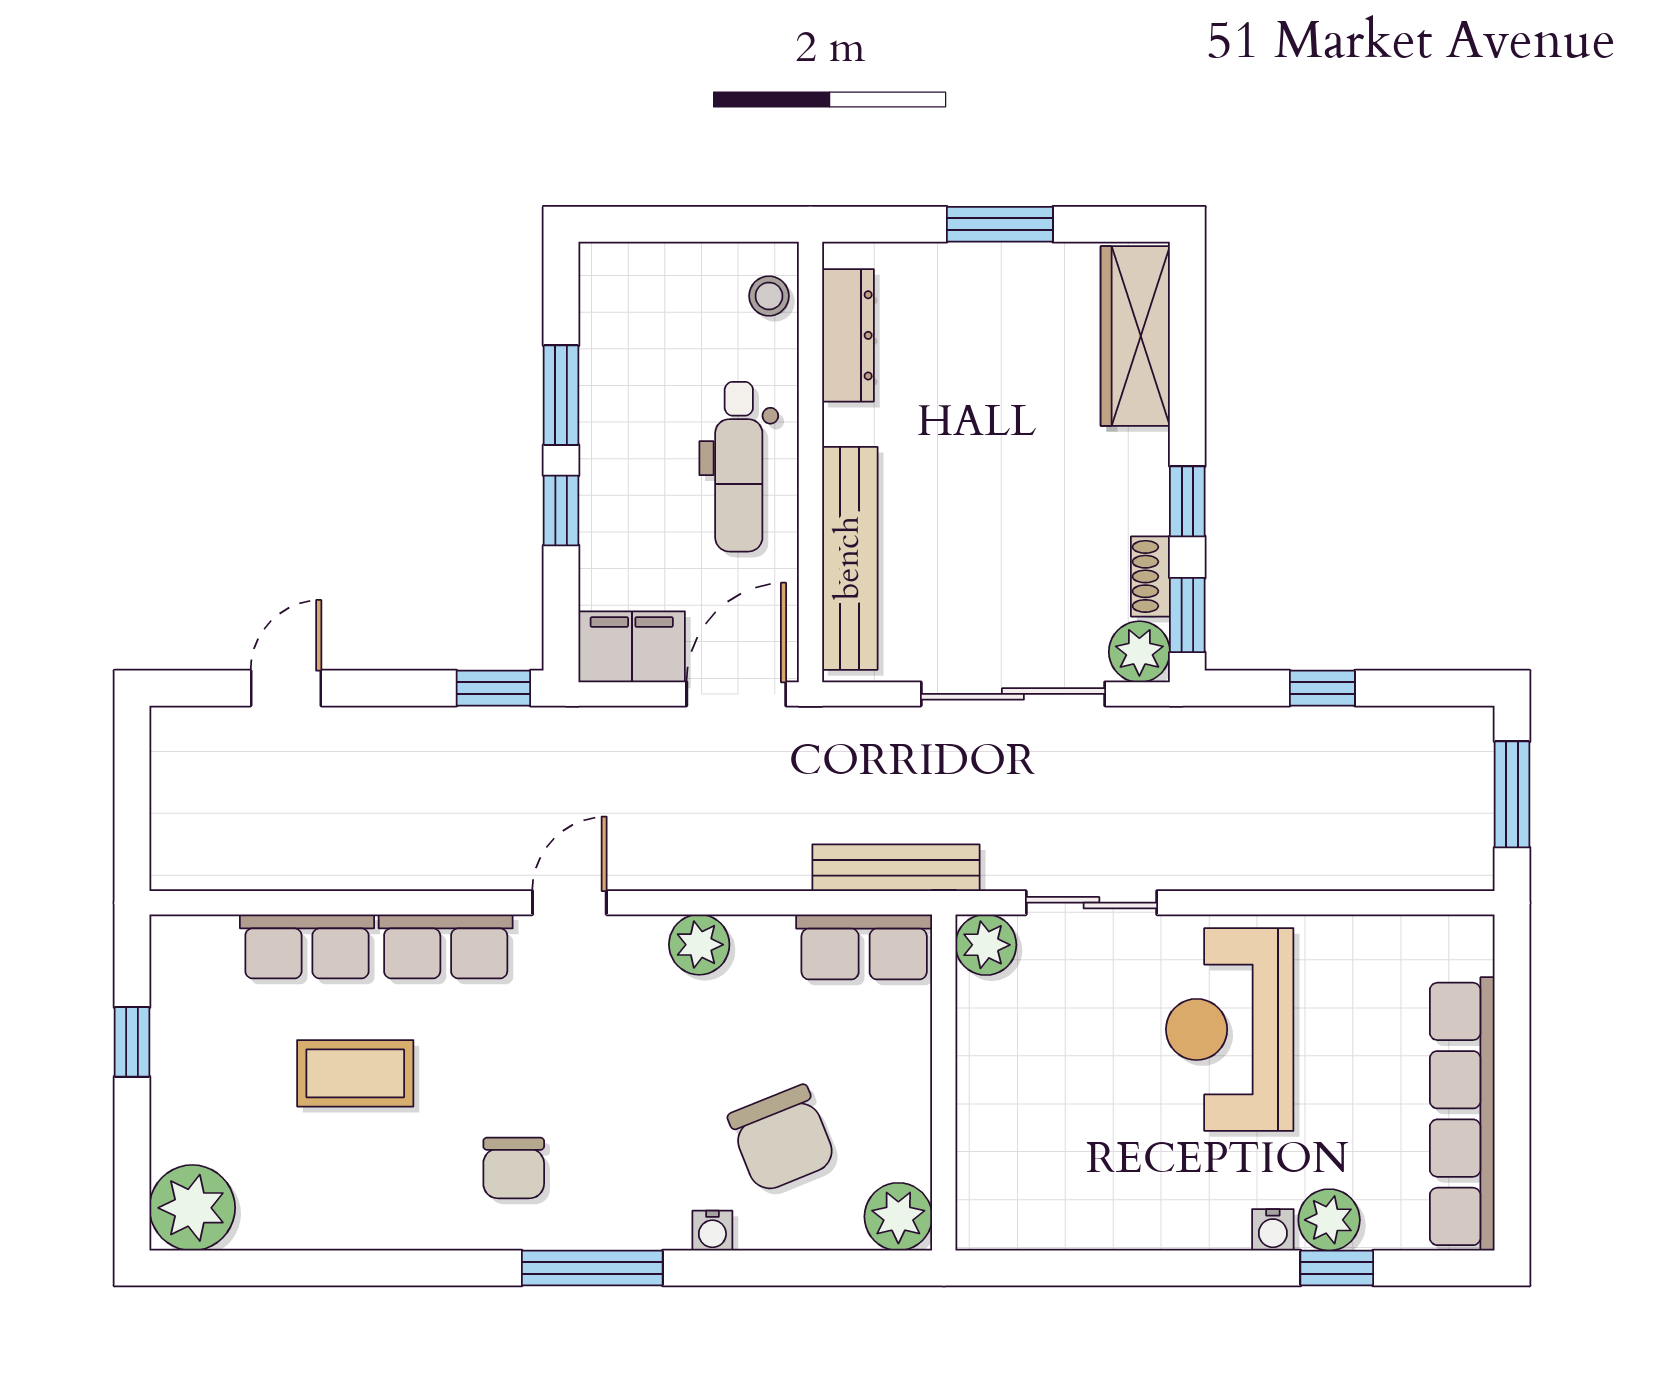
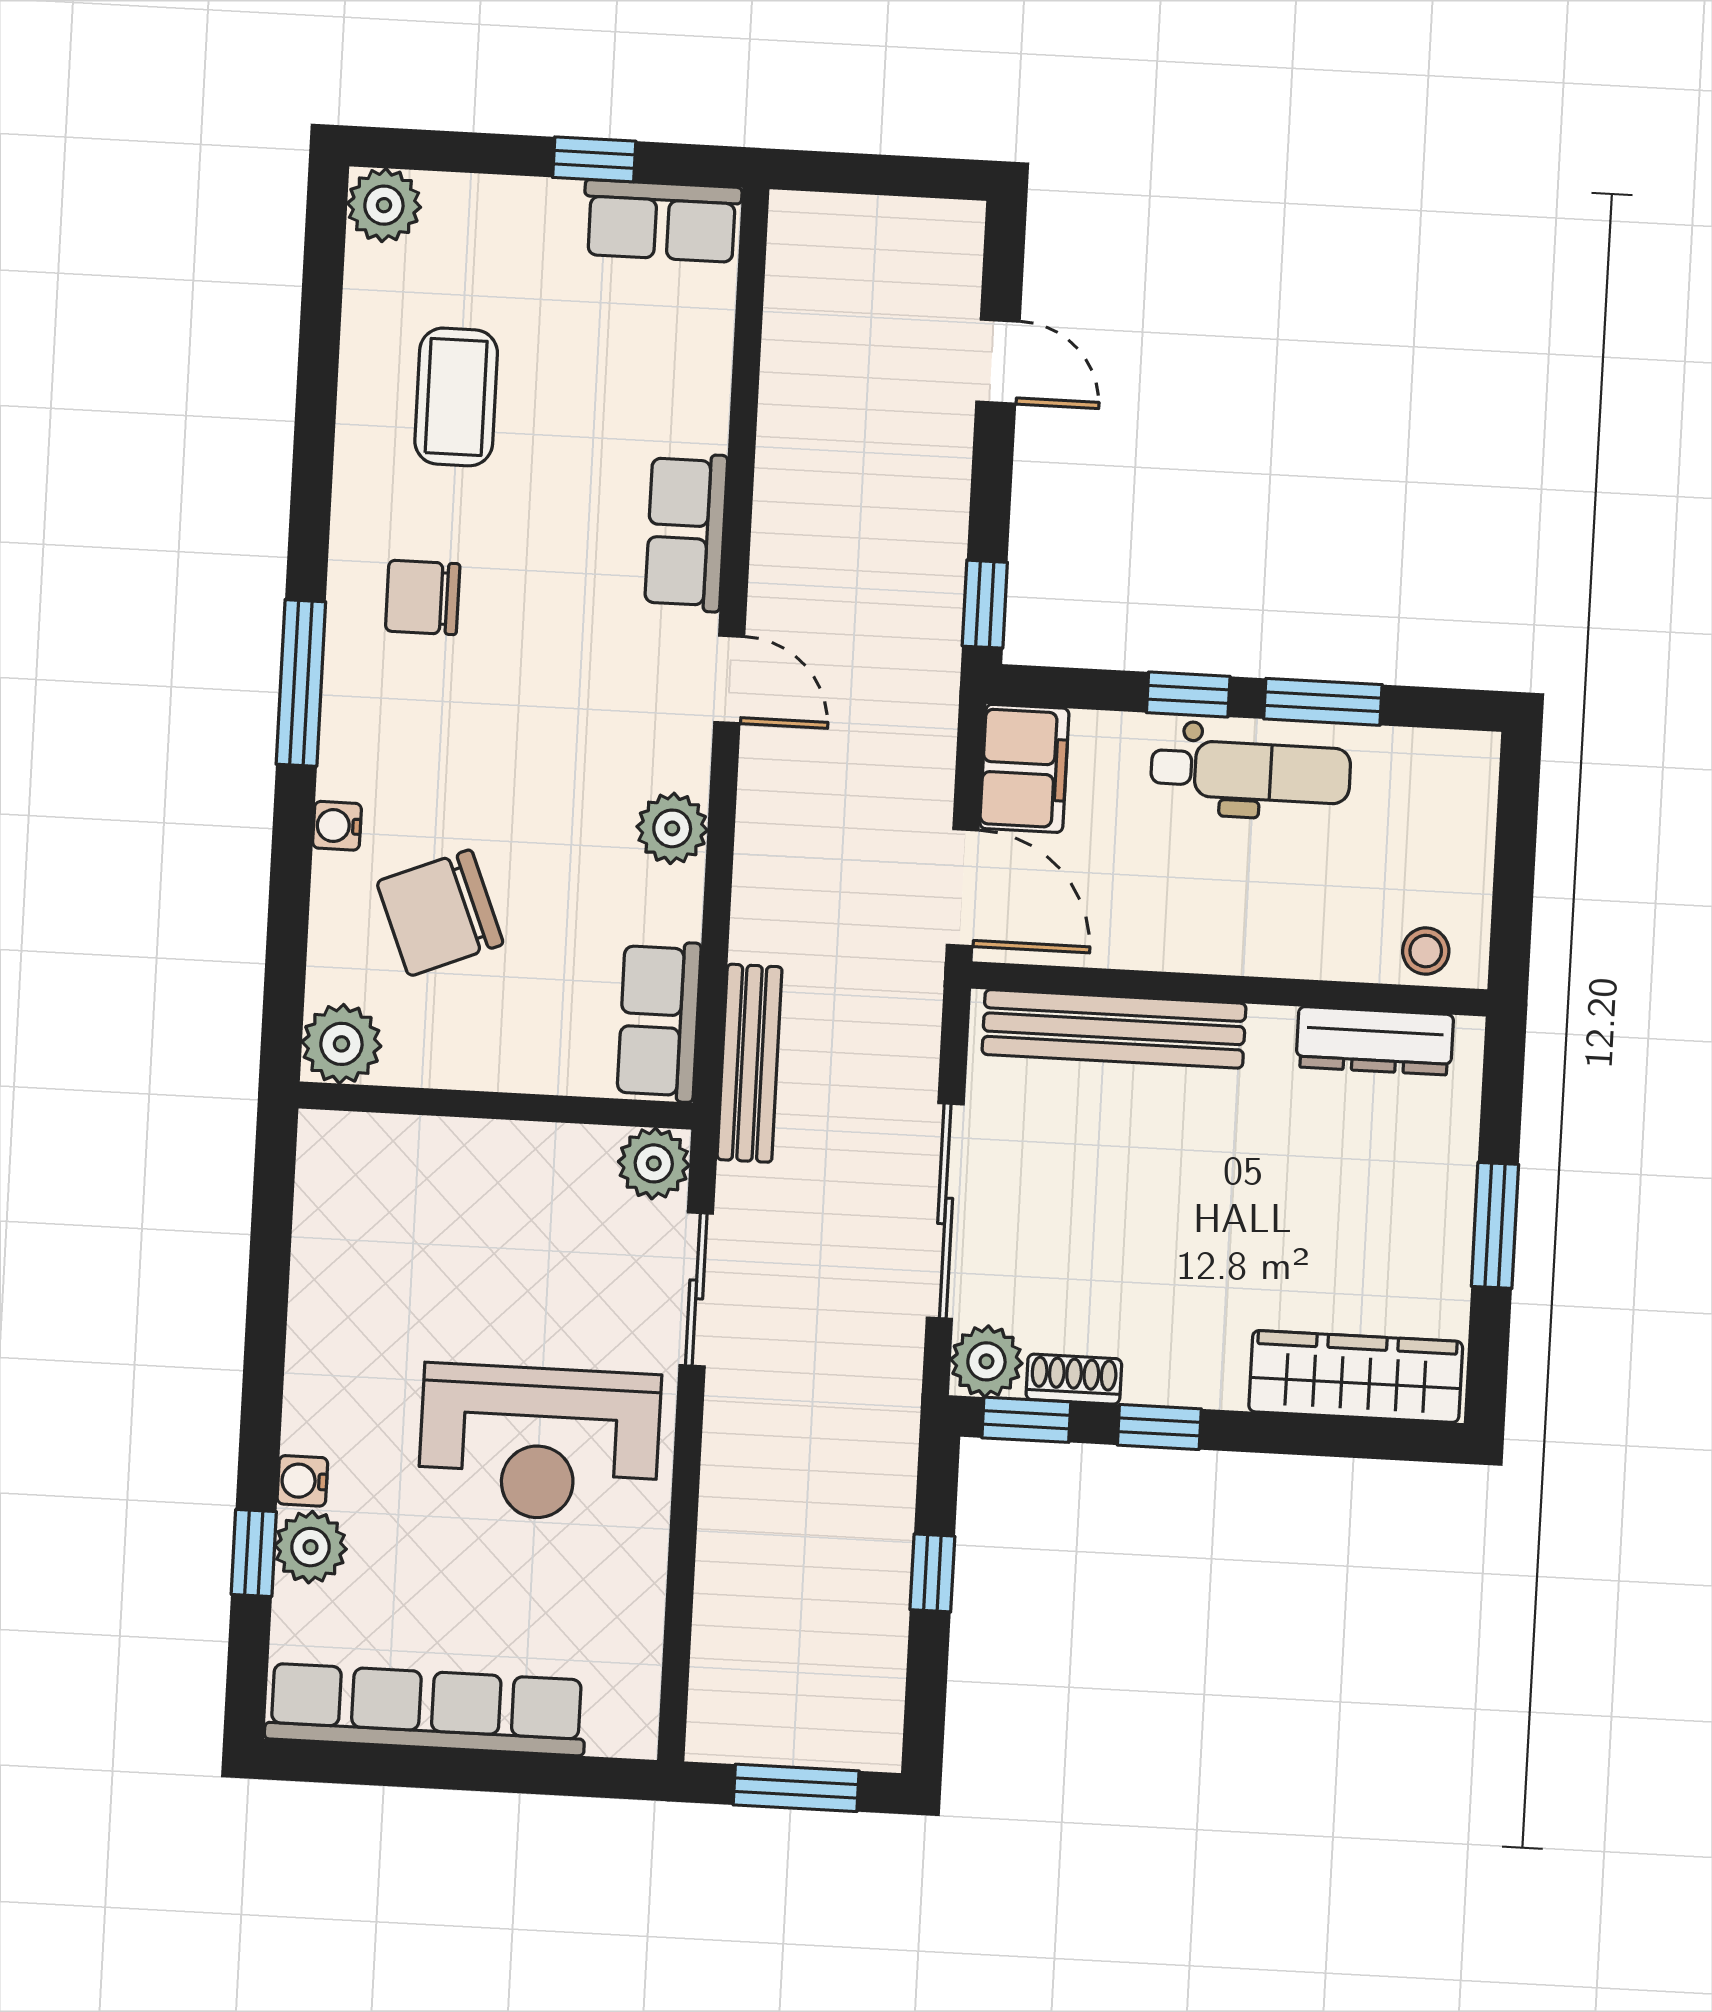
dental chair: (739, 467) -> (1251, 771), moved, turned 180
row of seats: (307, 946) -> (662, 221), moved, turned -90
reception desk: (1230, 1029) -> (539, 1443), turned 180
coffee table: (355, 1073) -> (456, 397), moved
plant: (192, 1208) -> (384, 205), width x0.73, depth x0.73

